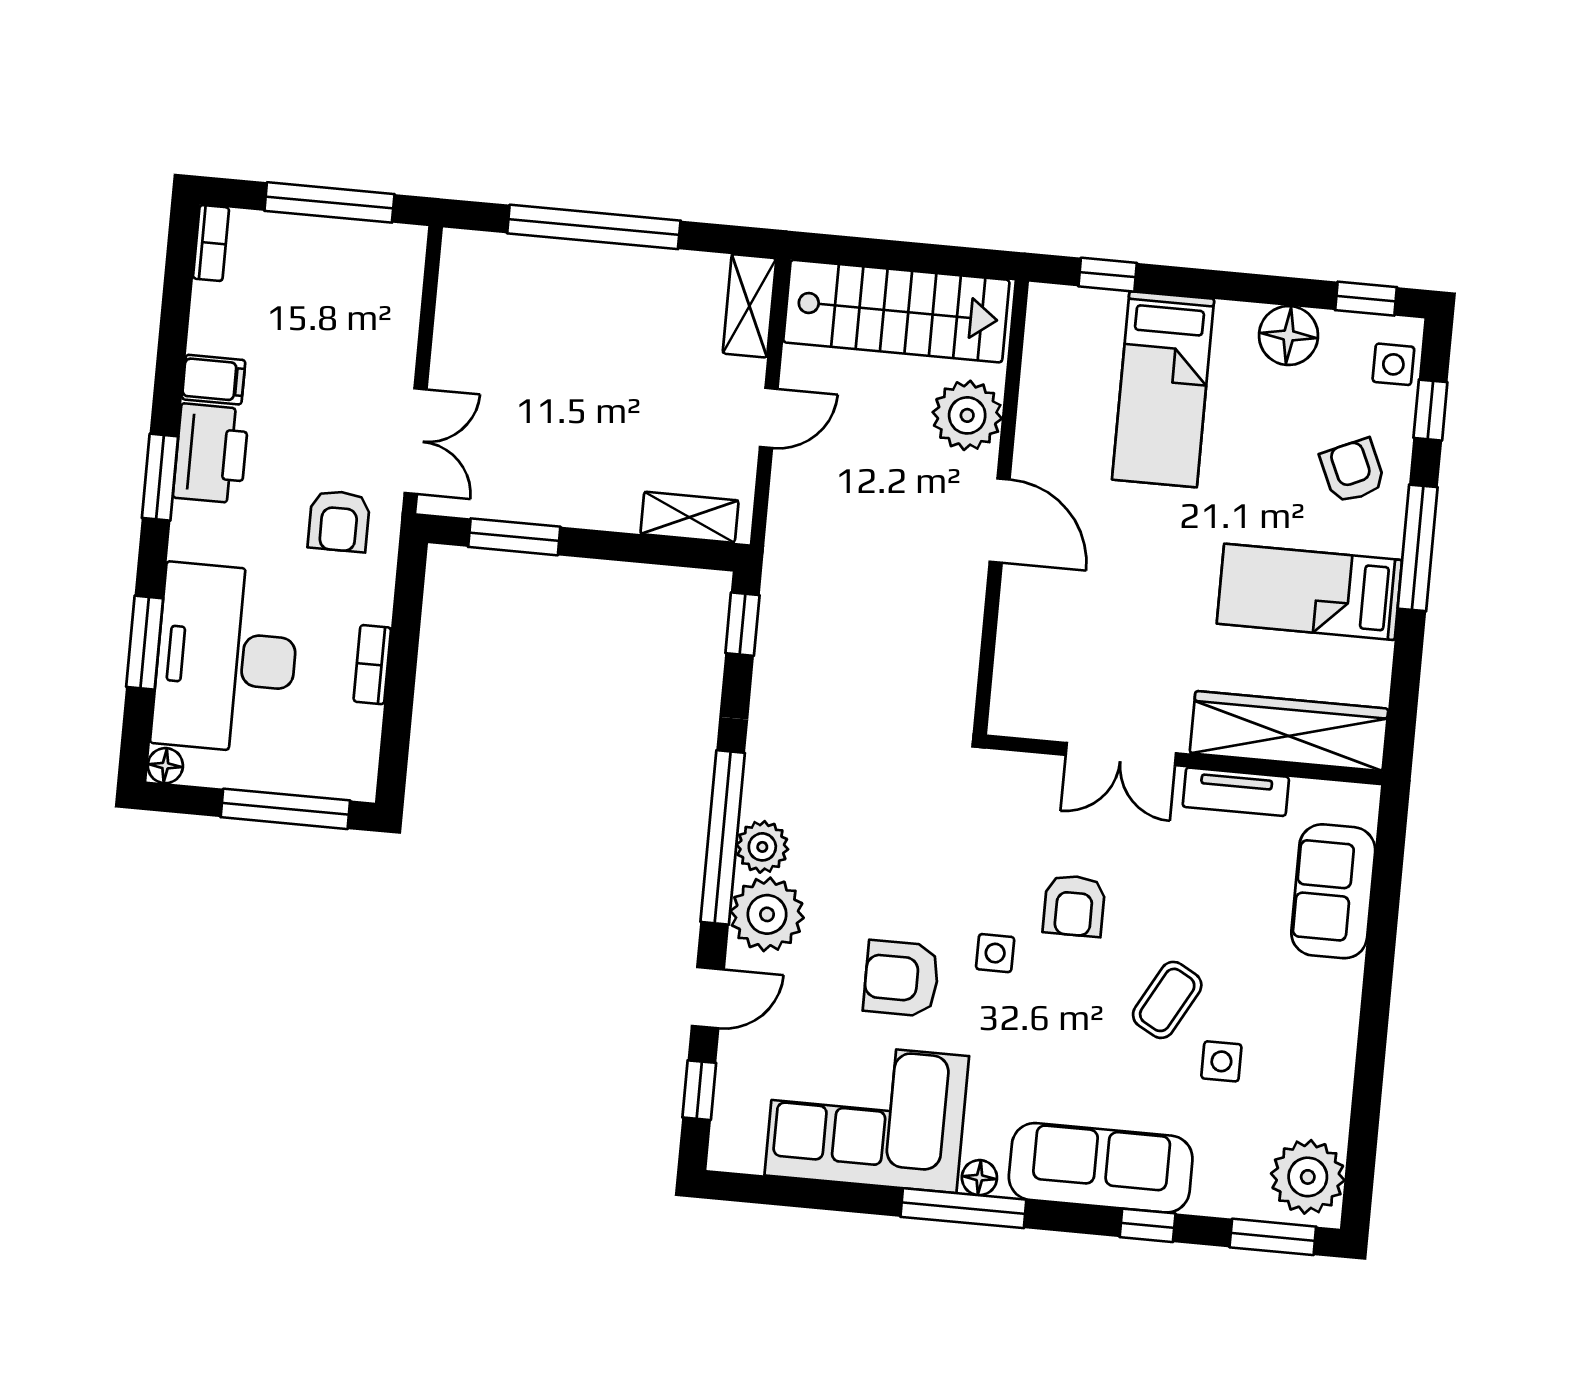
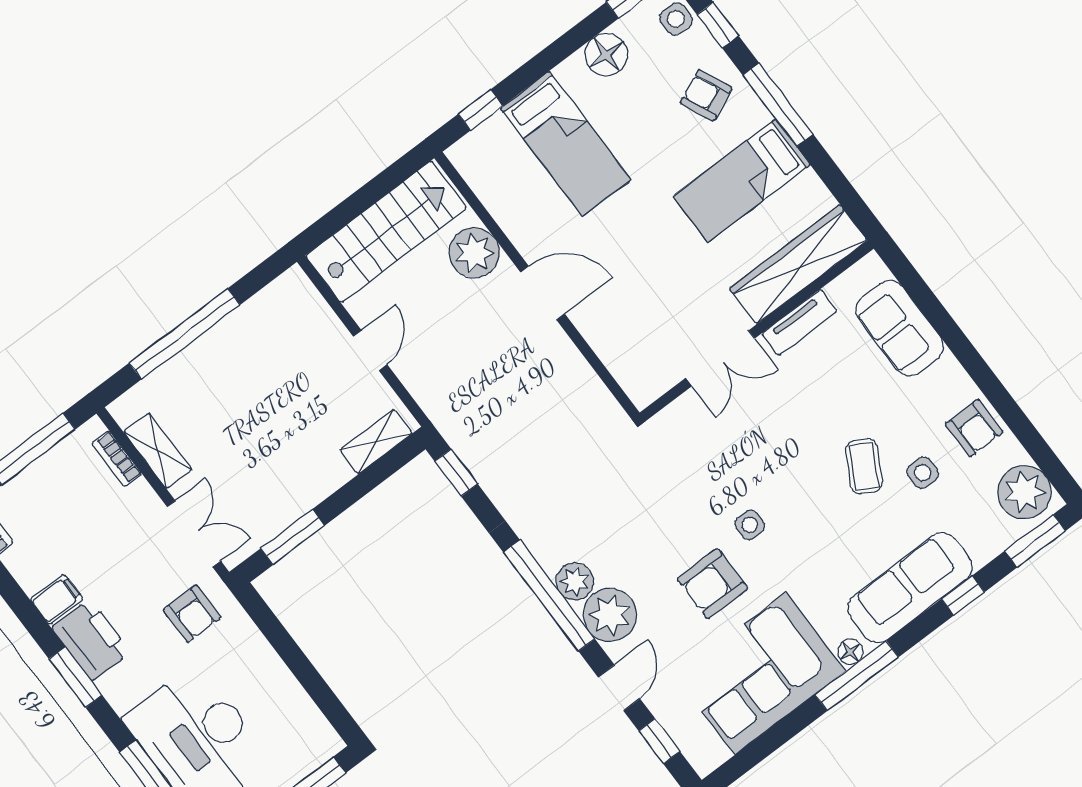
shelving: (749, 306) -> (158, 451), moved
bookcase: (372, 665) -> (117, 459), moved
armchair: (1074, 906) -> (974, 428), moved

